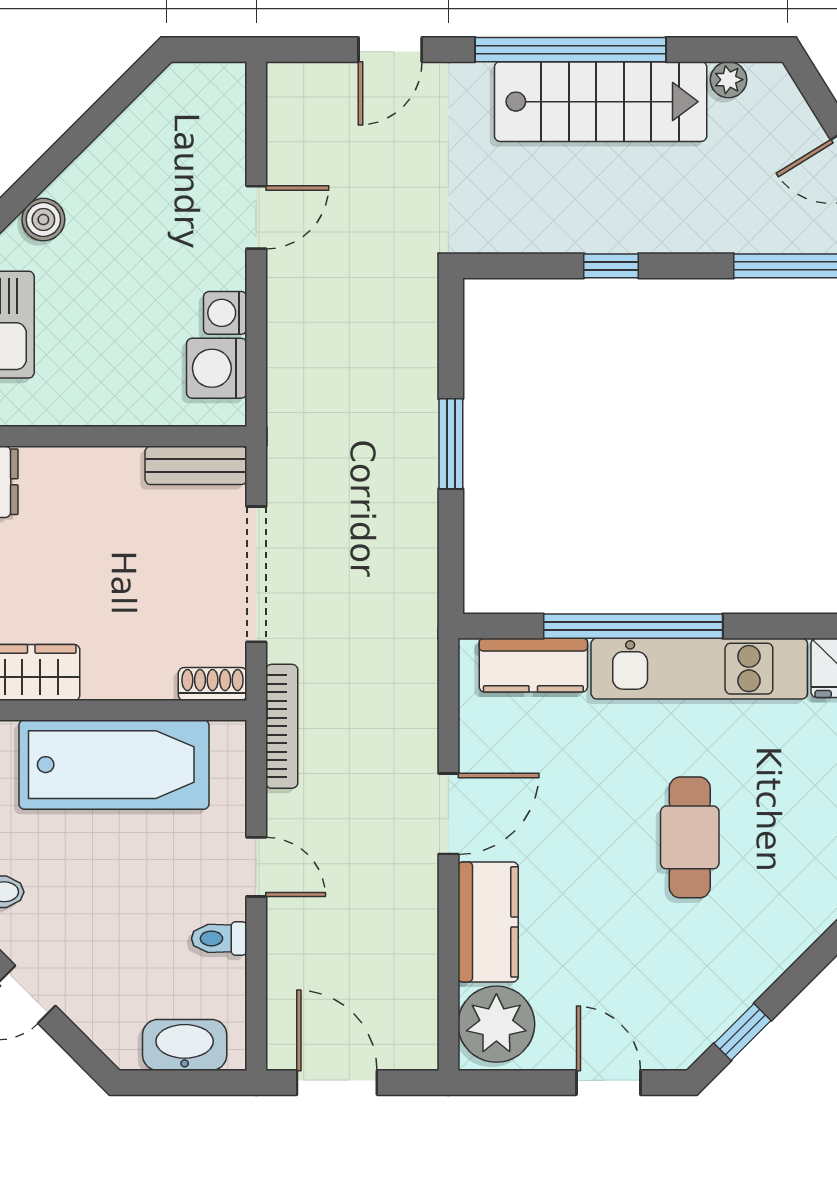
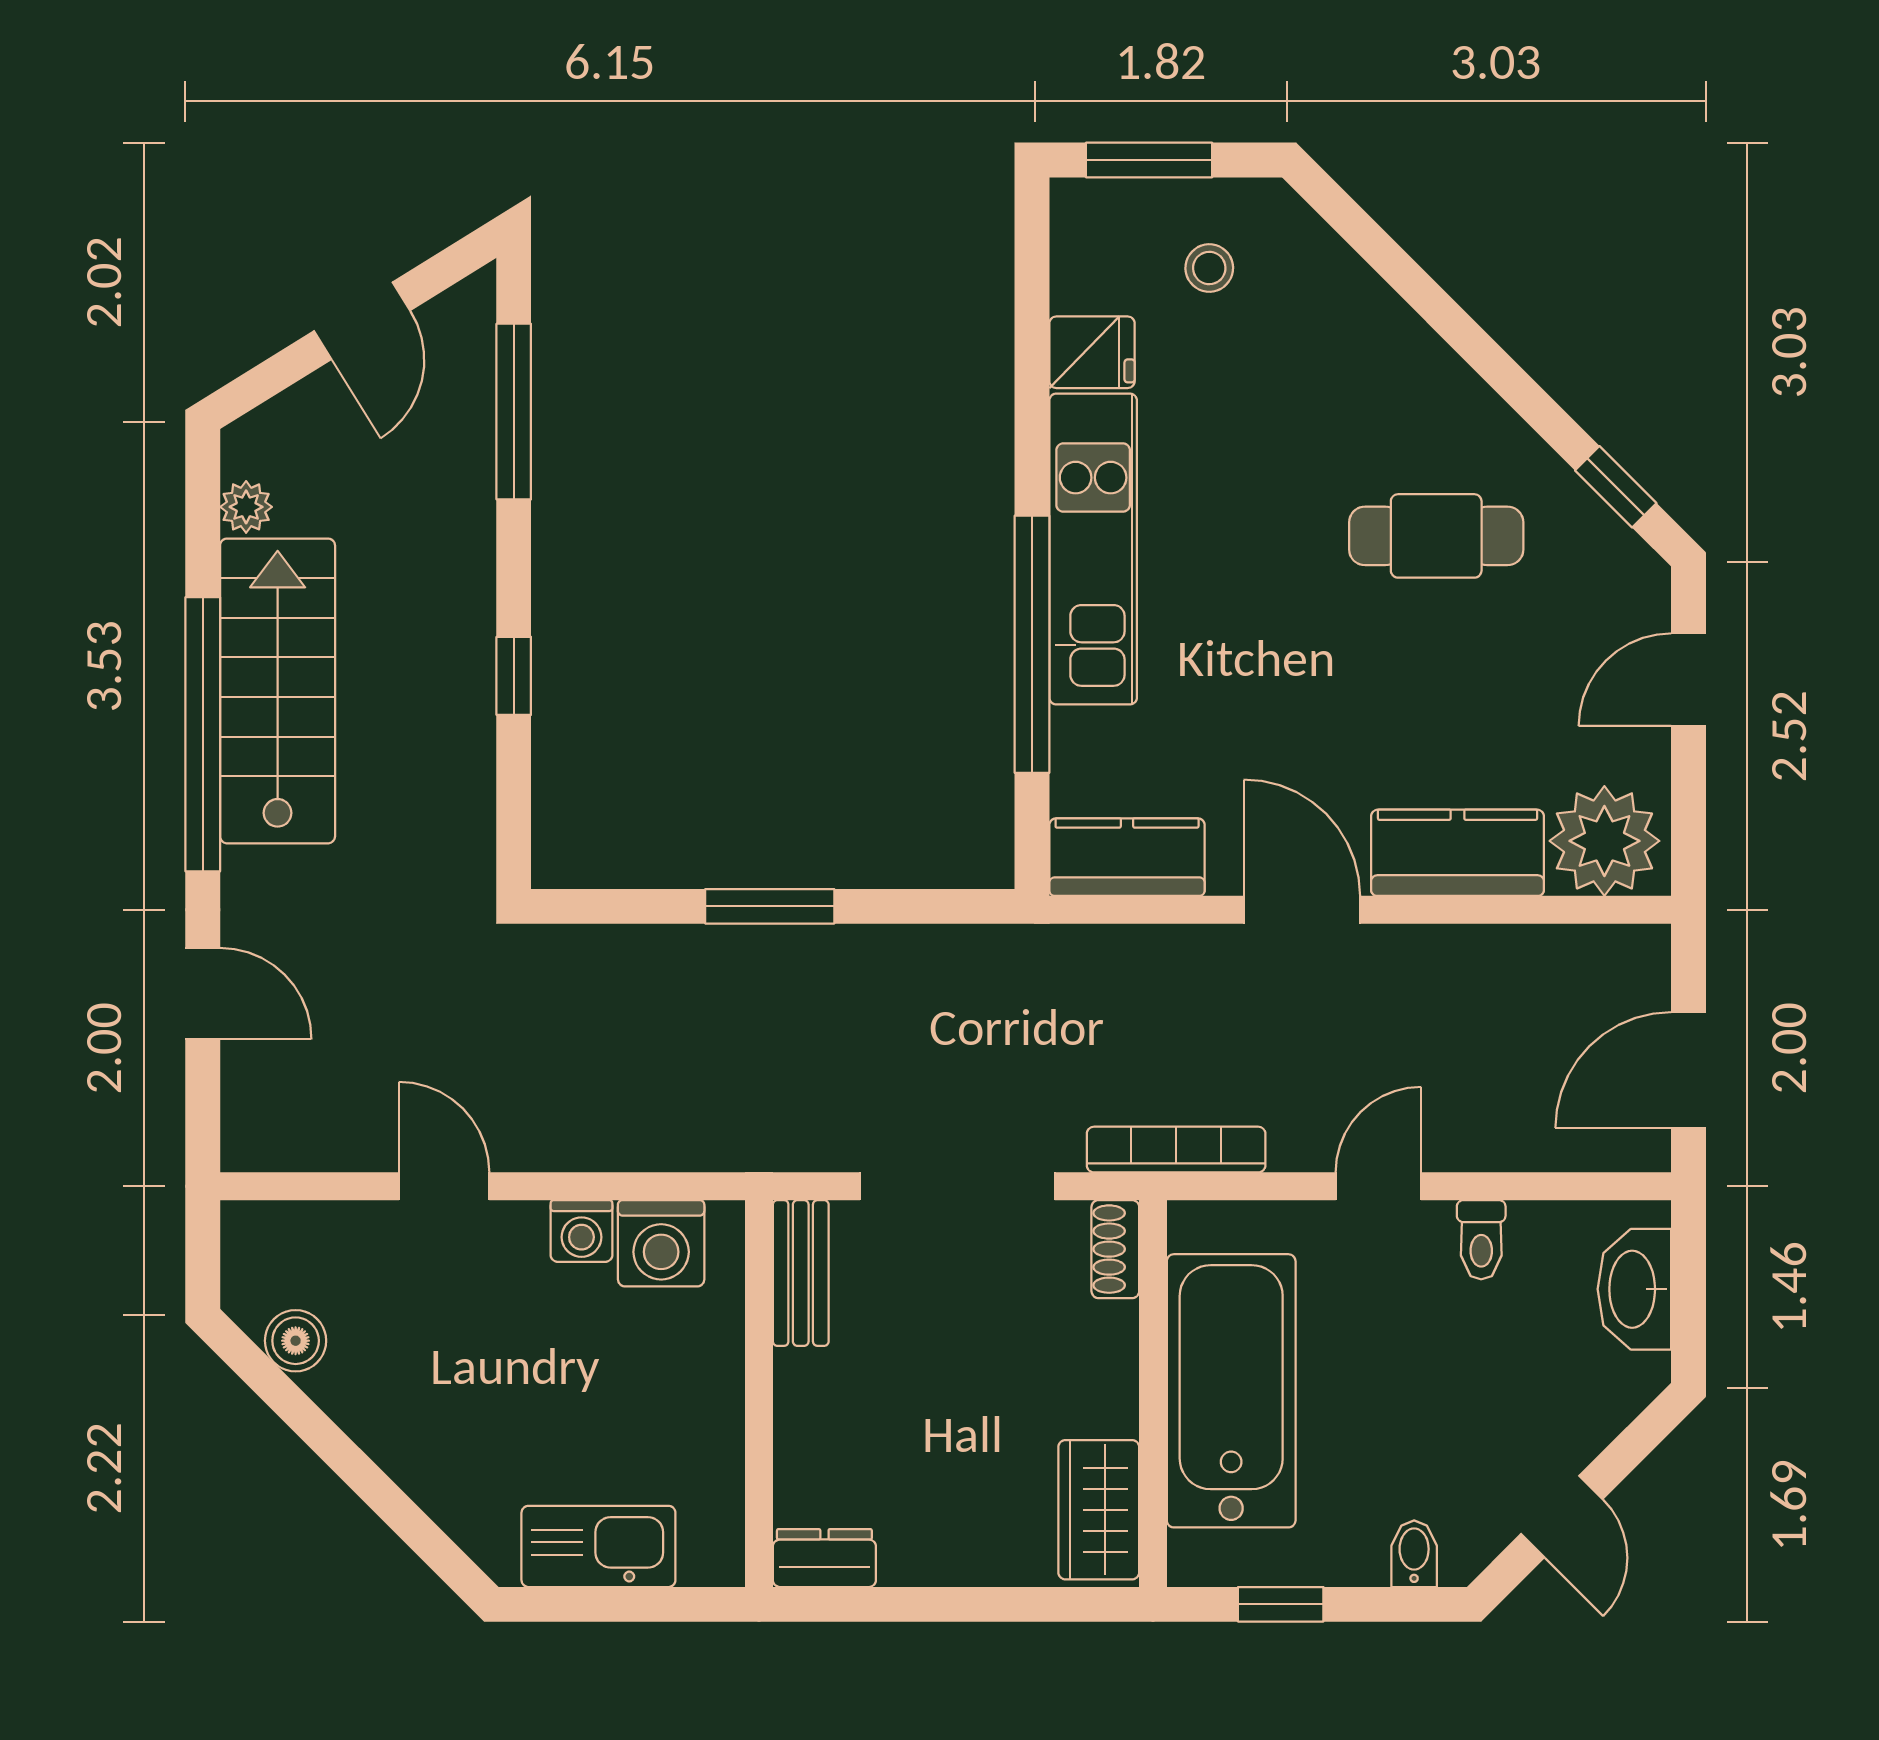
boiler: (43, 220) -> (296, 1341), moved
kitchen counter: (533, 665) -> (1127, 857), moved, turned -90
cafe table: (690, 837) -> (1436, 536), moved

